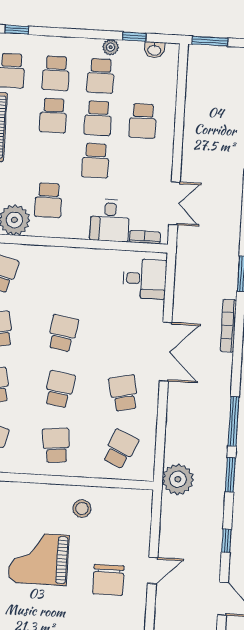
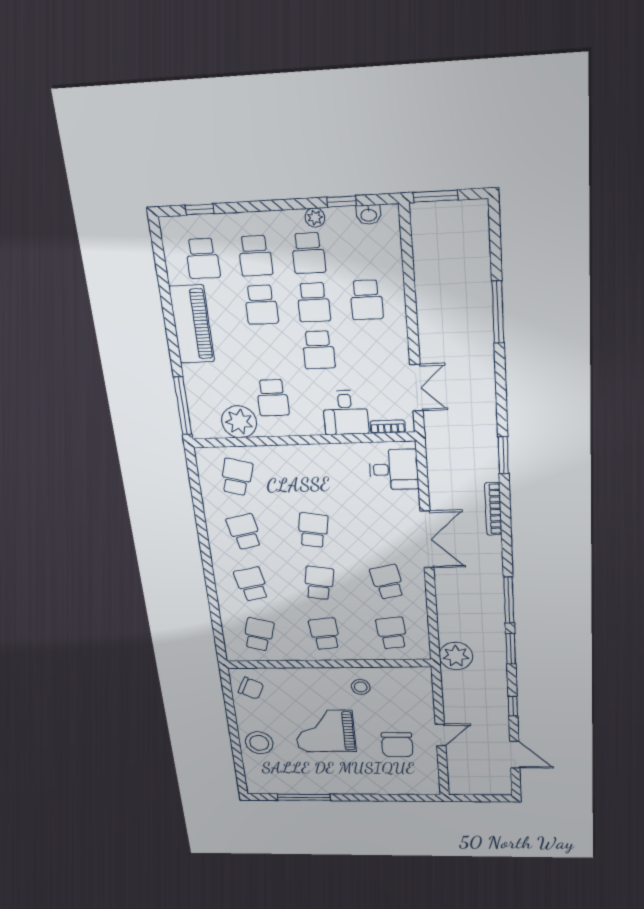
school desk: (120, 449) -> (392, 633), turned -30

